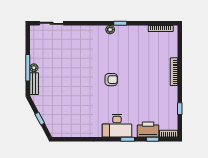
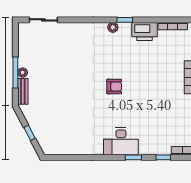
printer: (148, 130) -> (144, 31), moved, turned 180

